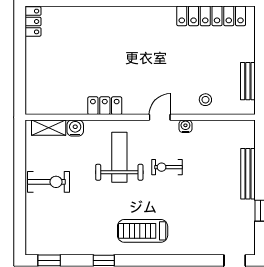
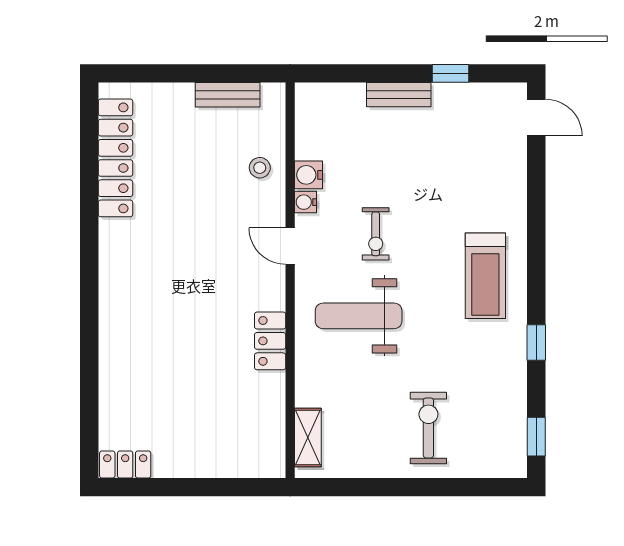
water cooler: (75, 128) -> (309, 175), moved
bench: (248, 174) -> (399, 95), width x0.73
exercise bike: (48, 182) -> (428, 428), moved

